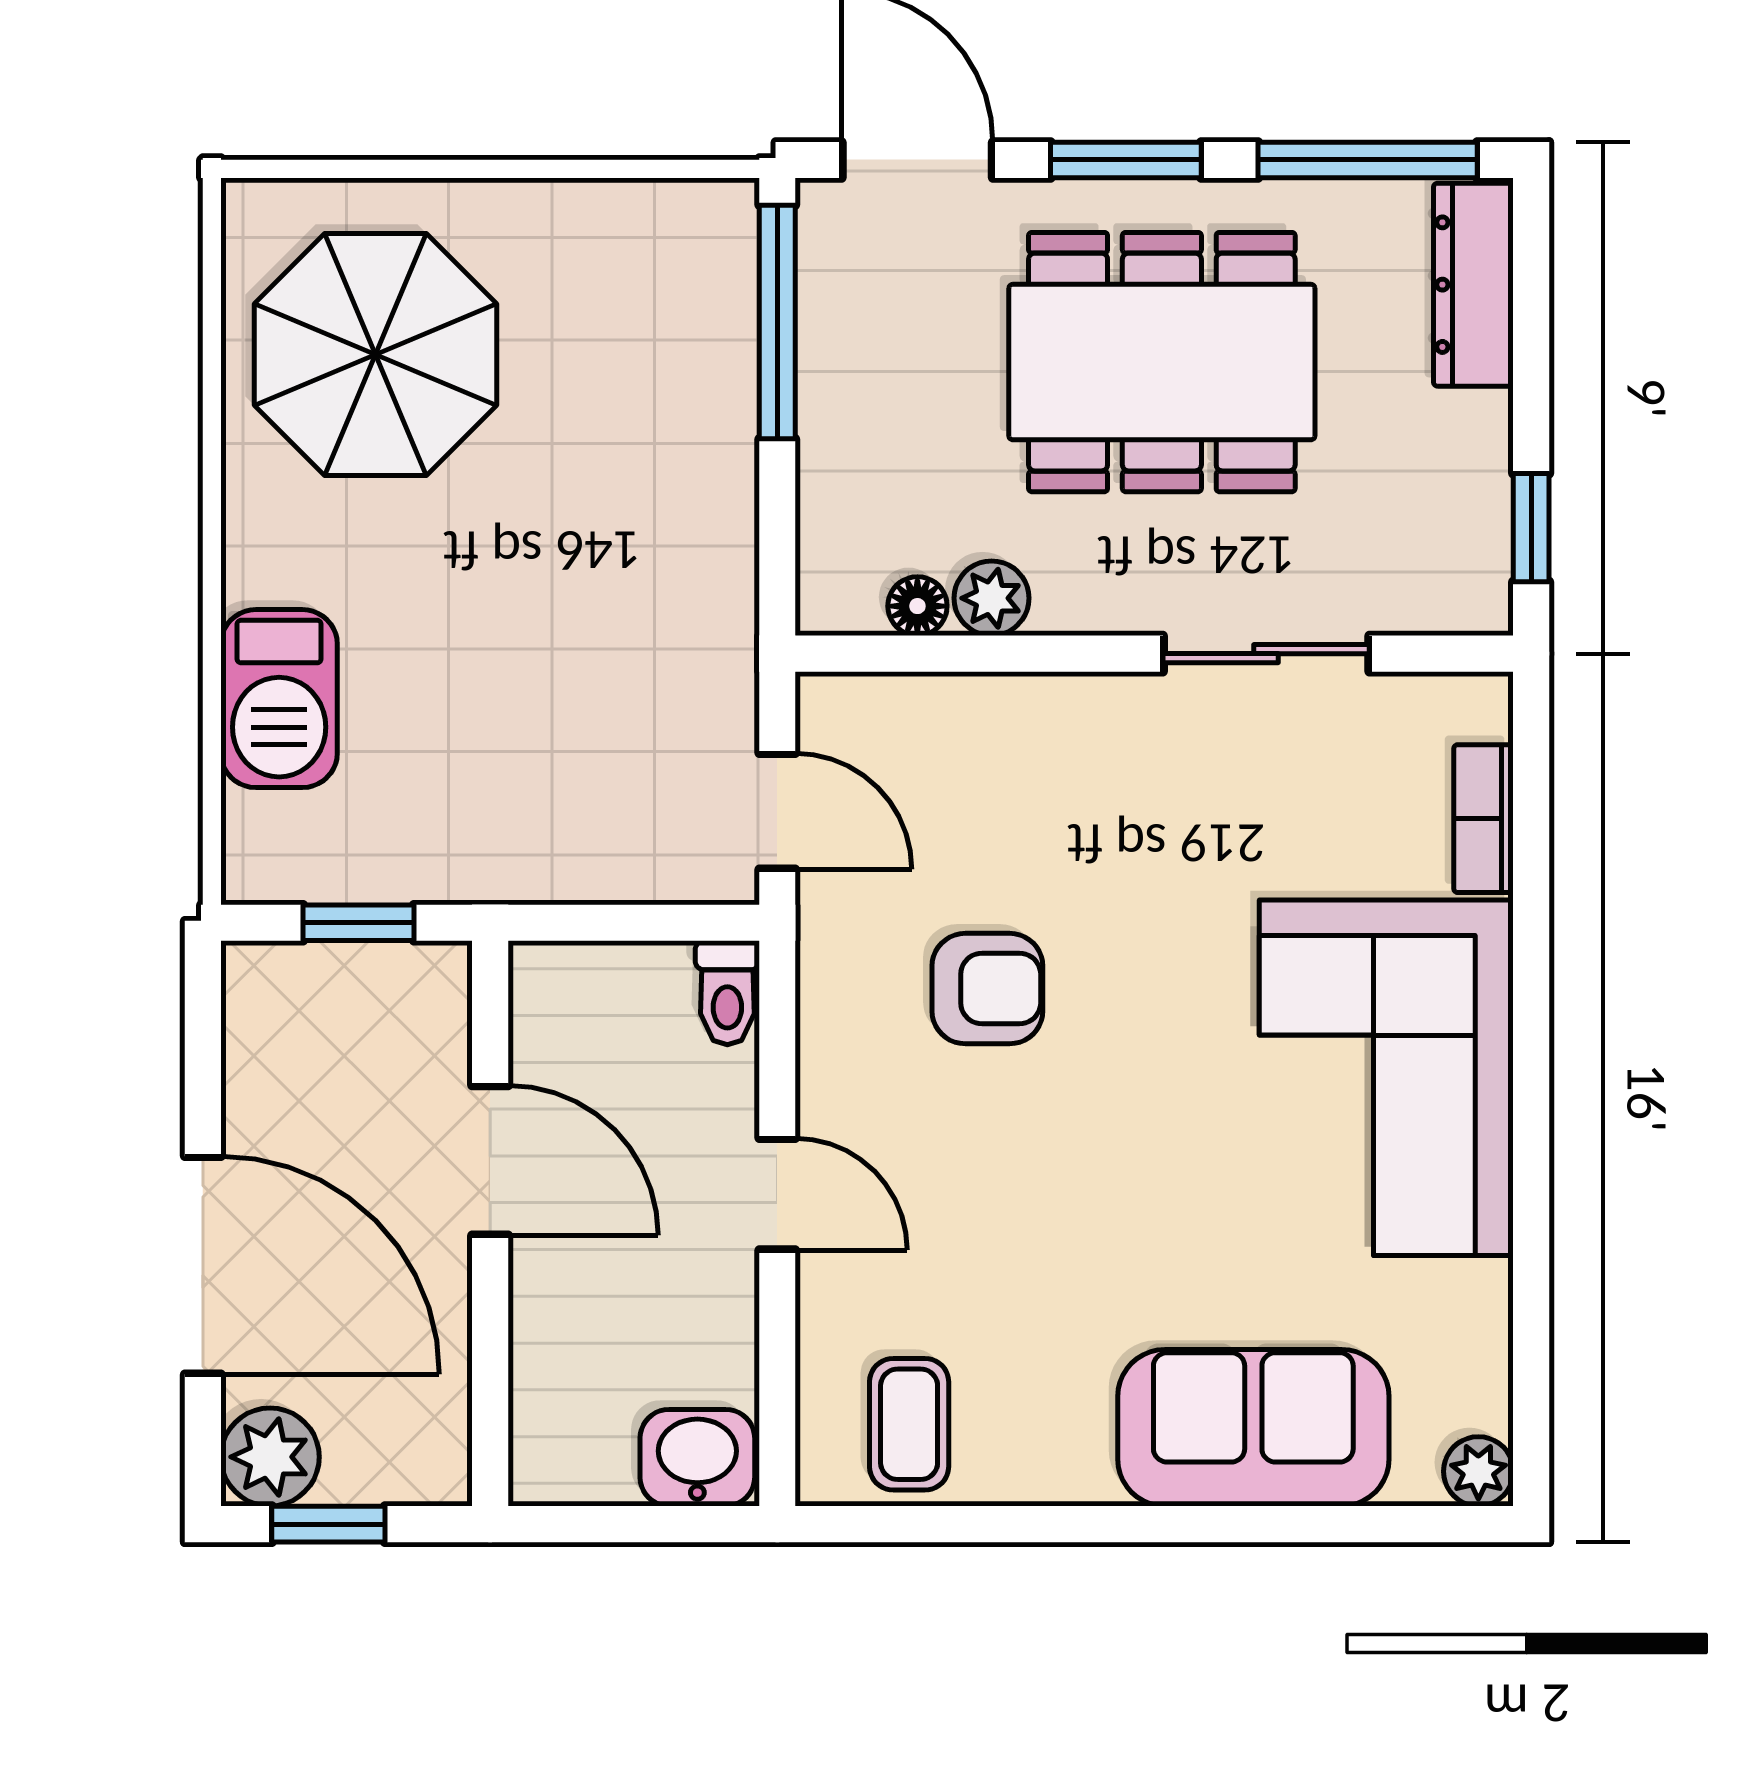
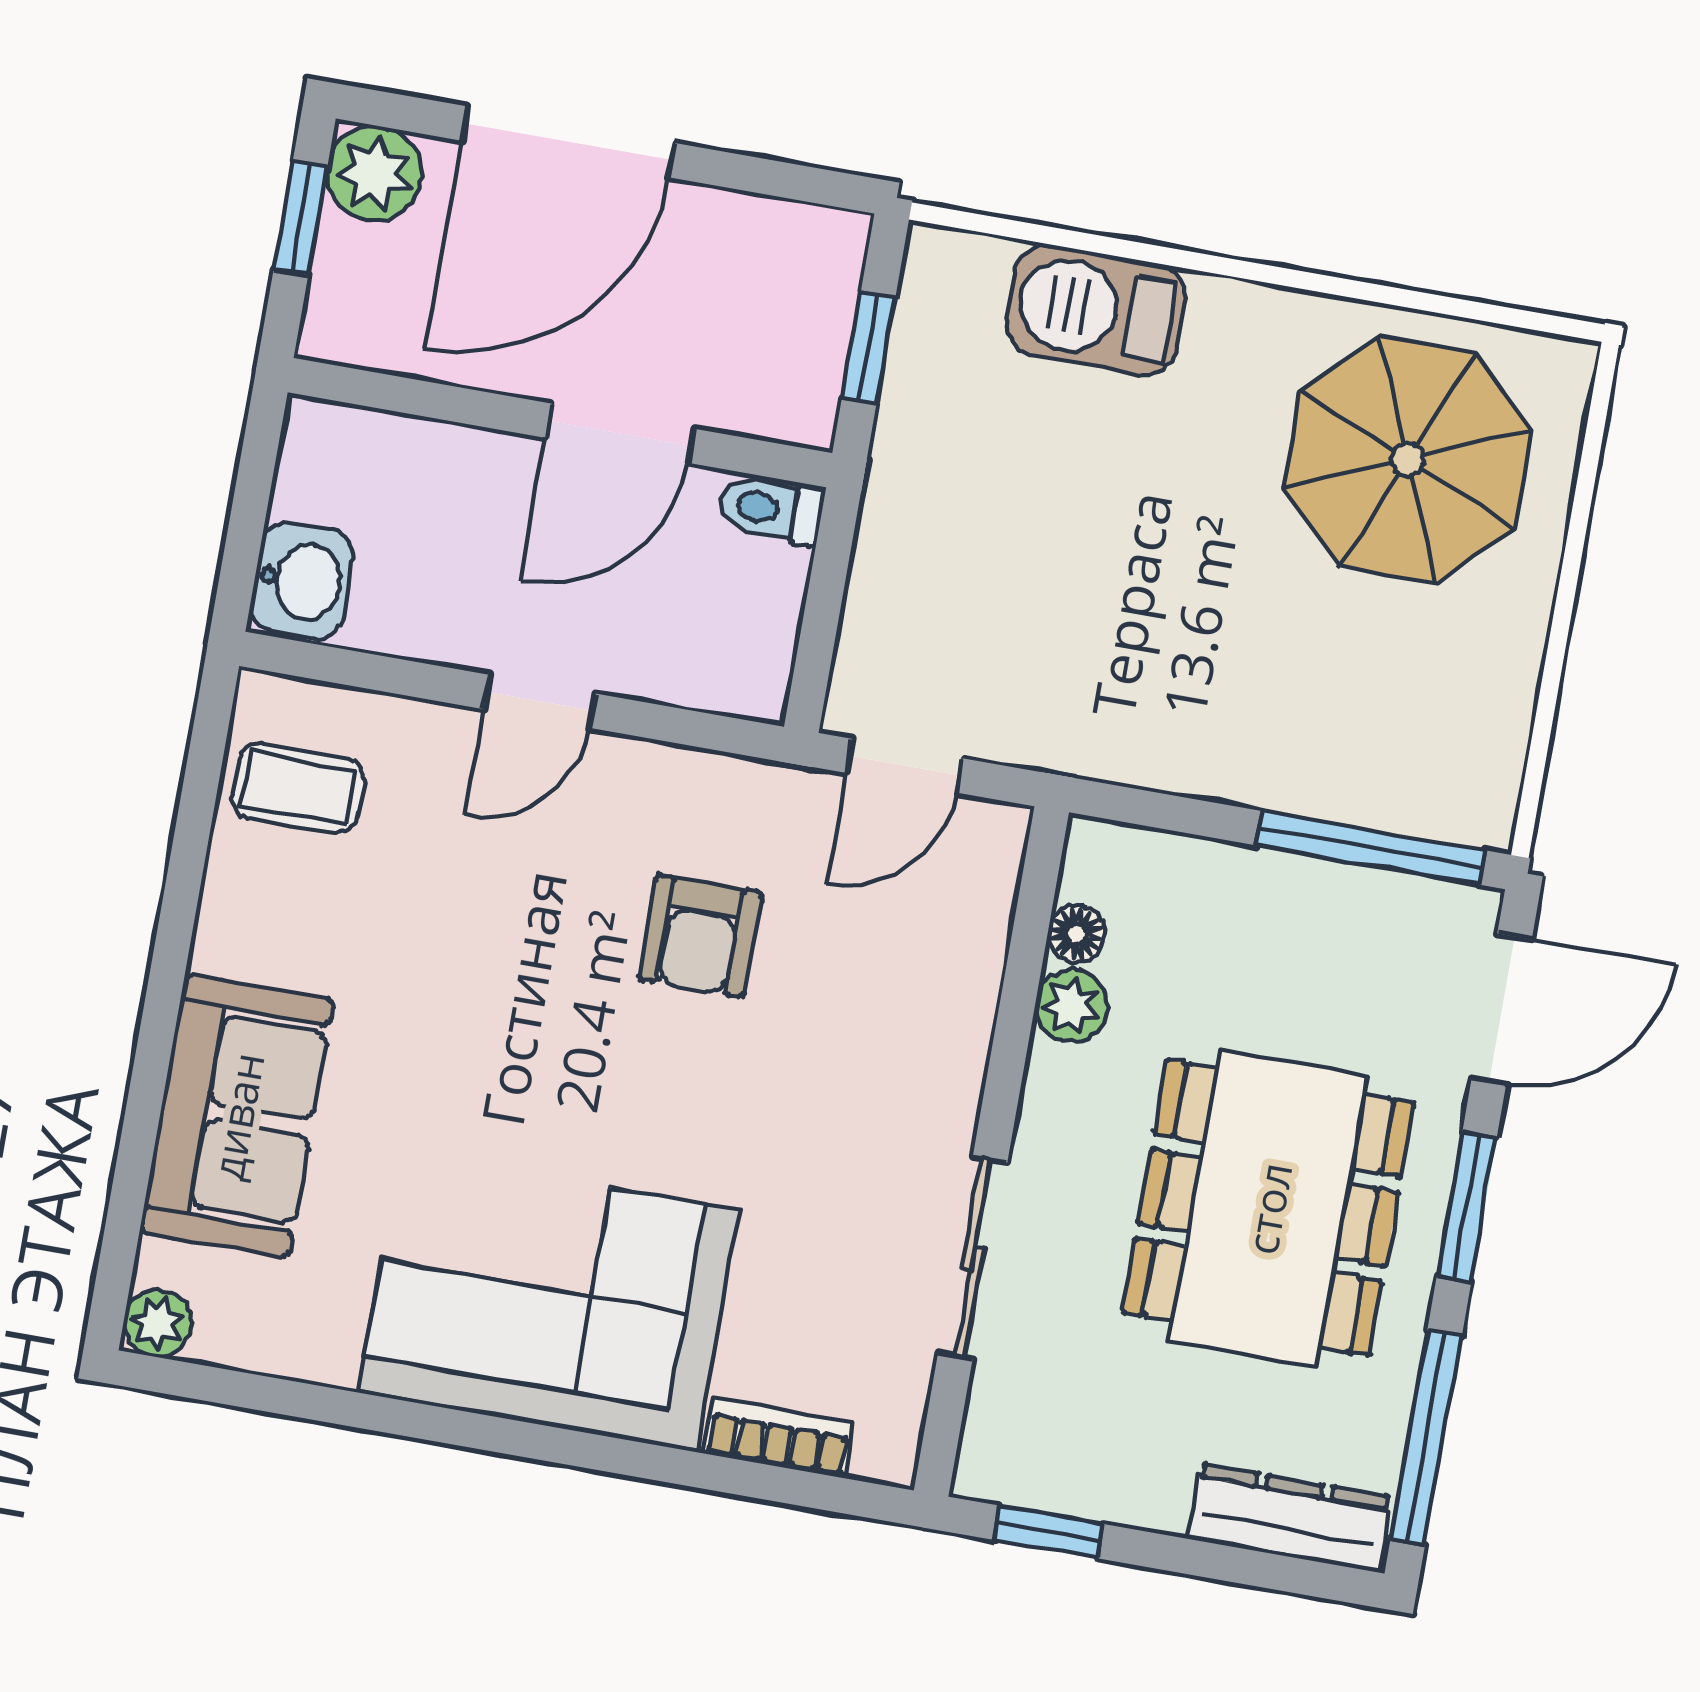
toilet: (727, 993) -> (771, 509), moved

